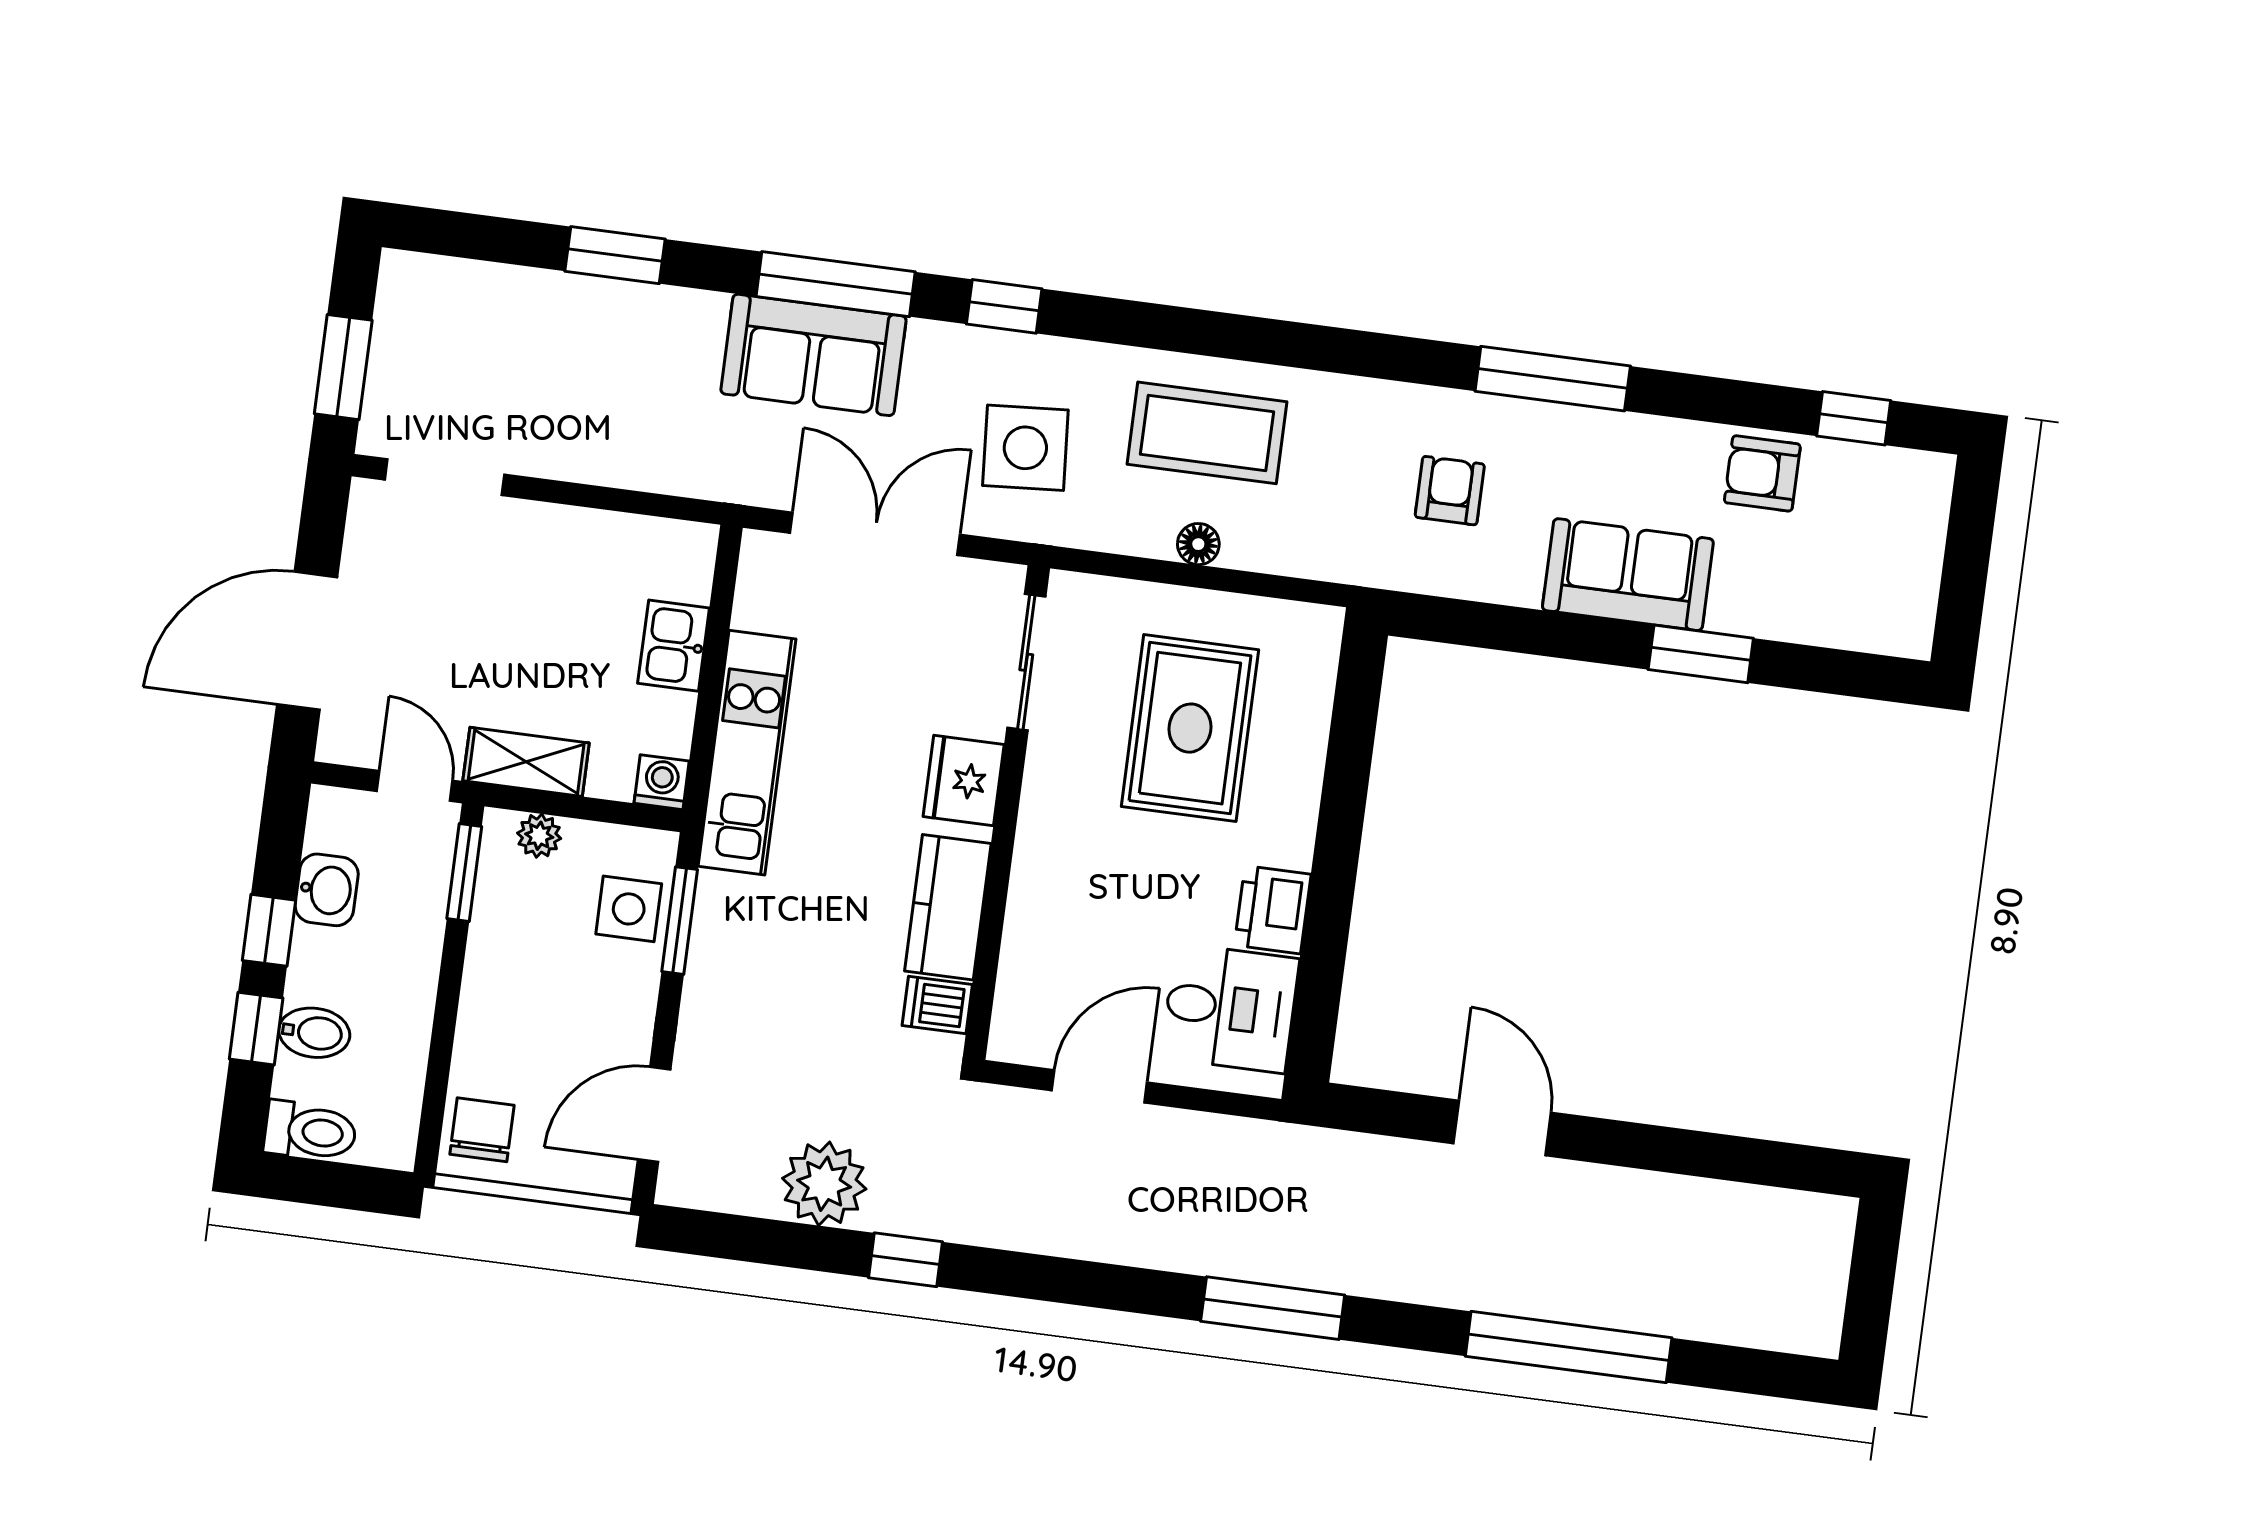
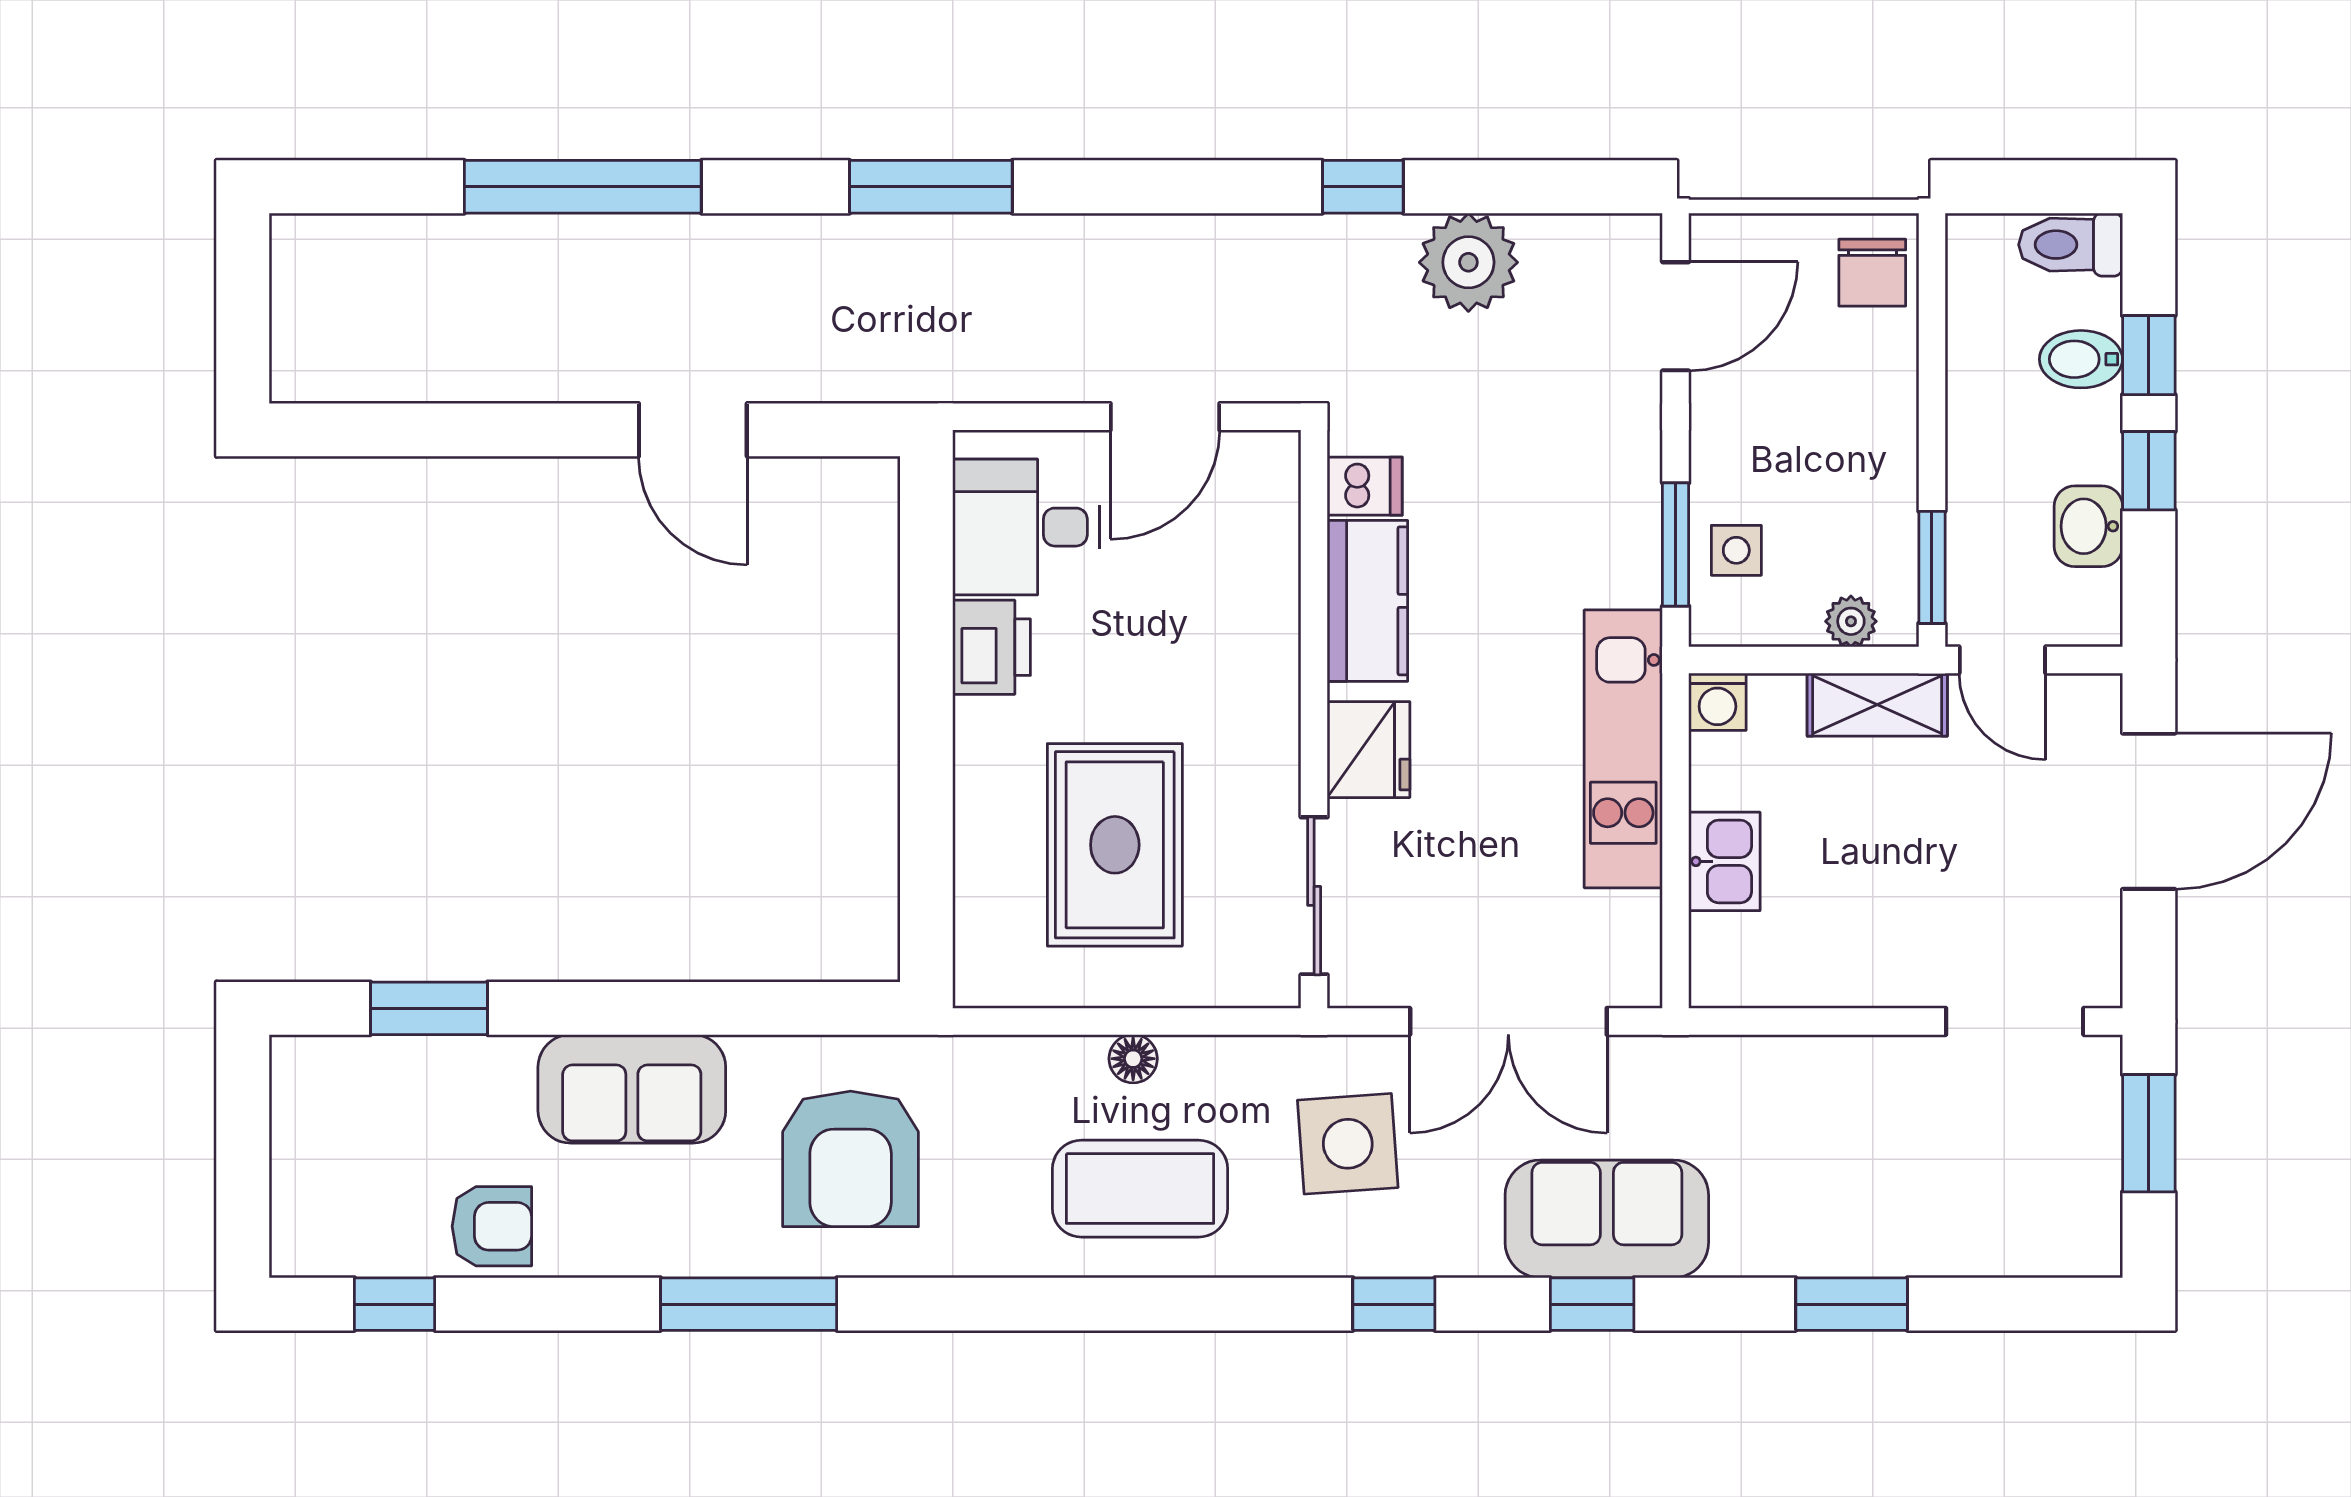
window: (836, 284) -> (1592, 1304), width x0.46
armchair: (1450, 491) -> (851, 1159), width x1.88, depth x1.88
window: (1701, 654) -> (429, 1008), moved
side table: (629, 909) -> (1736, 550), width x0.73, depth x0.73

